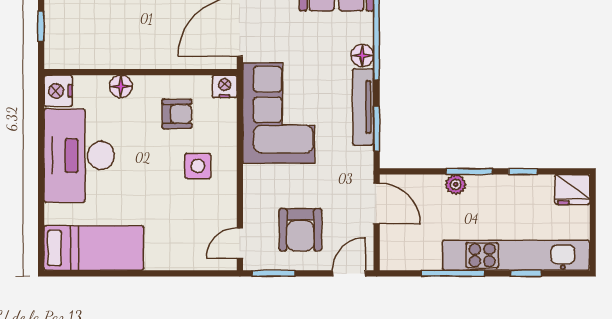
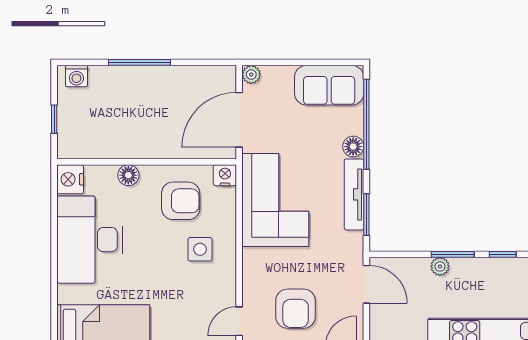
armchair: (177, 114) -> (181, 201), width x1.38, depth x1.38

